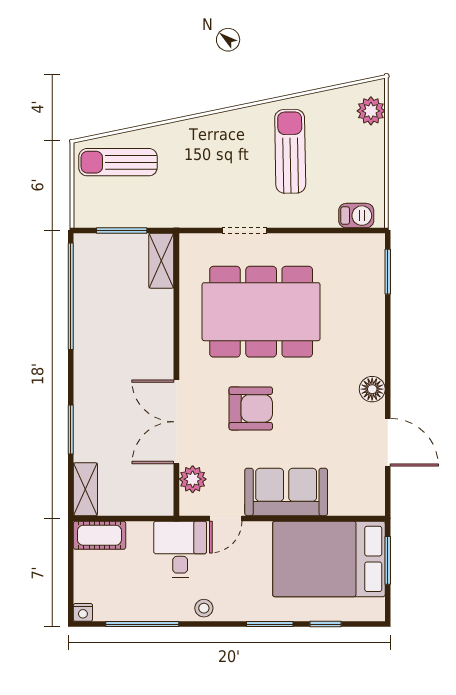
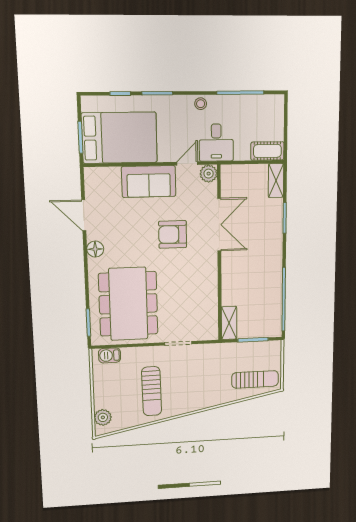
dining table: (261, 312) -> (128, 304), moved, turned 90
plant: (193, 479) -> (209, 174), moved
nightstand: (83, 612) -> (278, 100), removed

